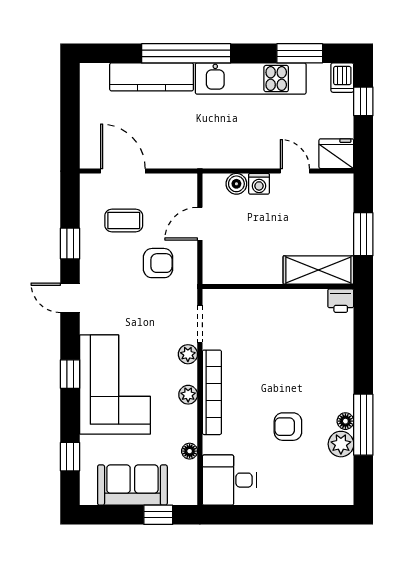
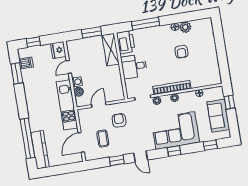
window: (186, 53) -> (27, 138), moved
kitchen counter: (152, 77) -> (40, 150), moved
dishwasher: (342, 78) -> (26, 63), moved
kitchen unit: (251, 79) -> (67, 105), moved, turned 180
door: (200, 224) -> (99, 105), swing flipped
door: (70, 298) -> (141, 156), hinge flipped
printer: (341, 301) -> (126, 42), width x1.87, depth x1.48
window: (363, 425) -> (146, 24), moved
desk: (229, 480) -> (134, 66), moved, turned 90

